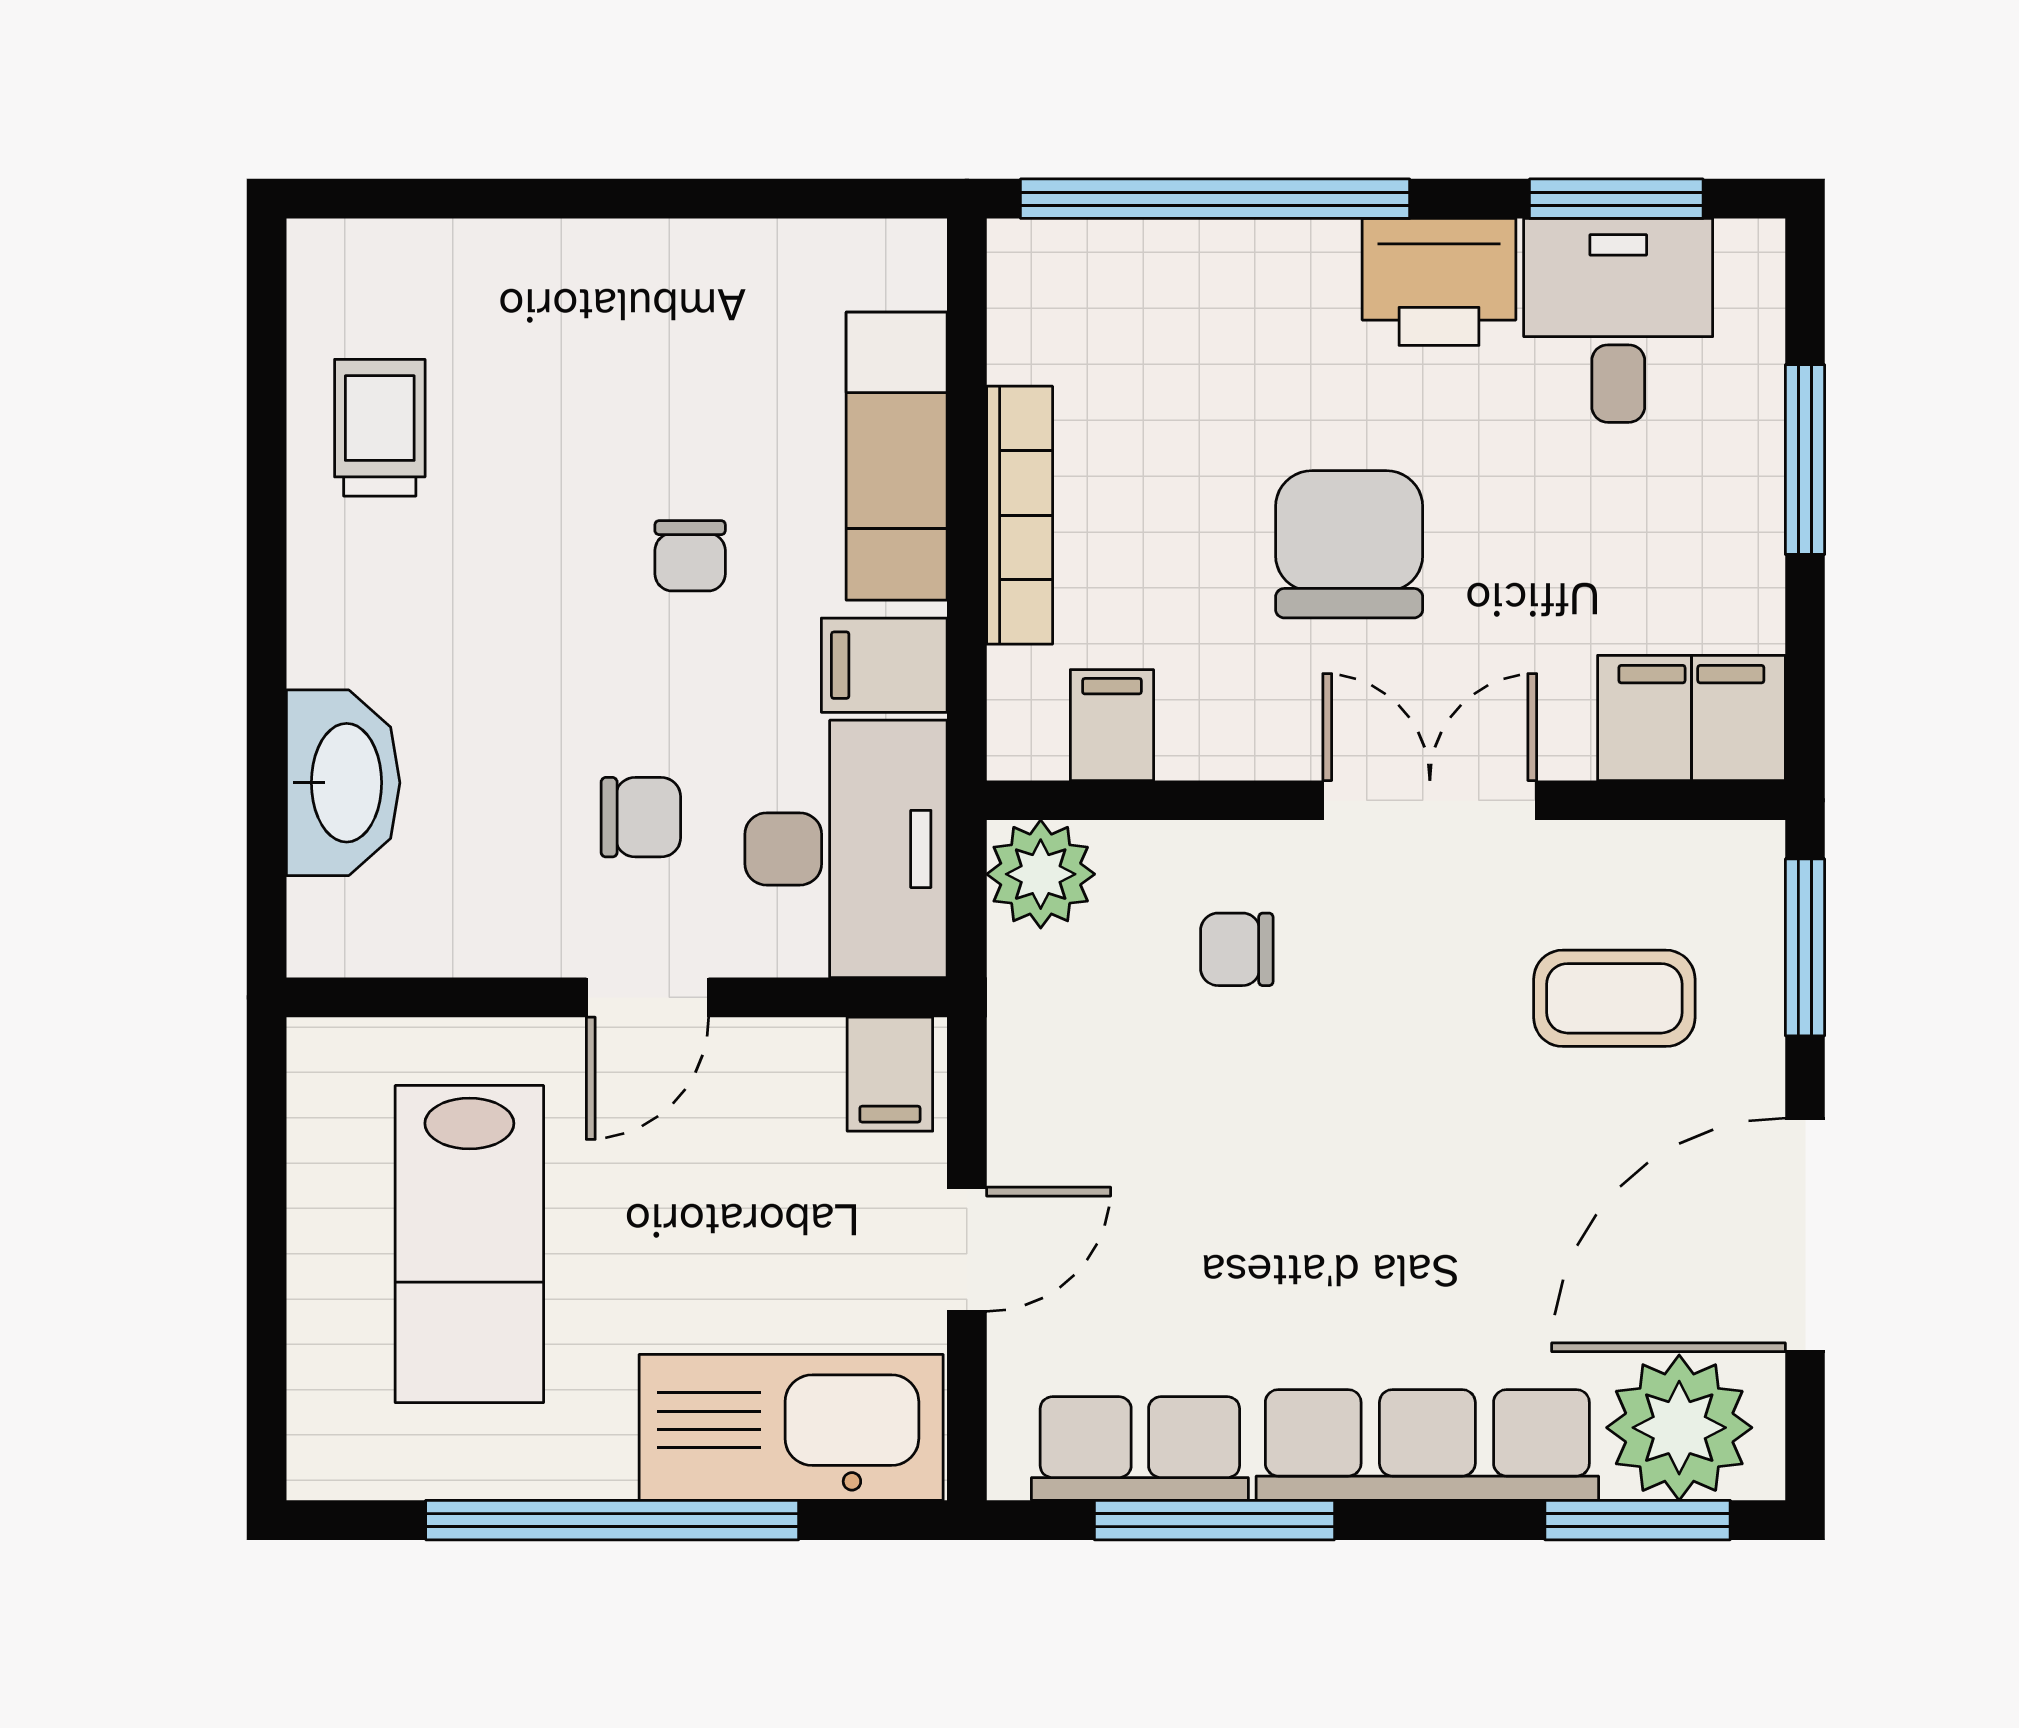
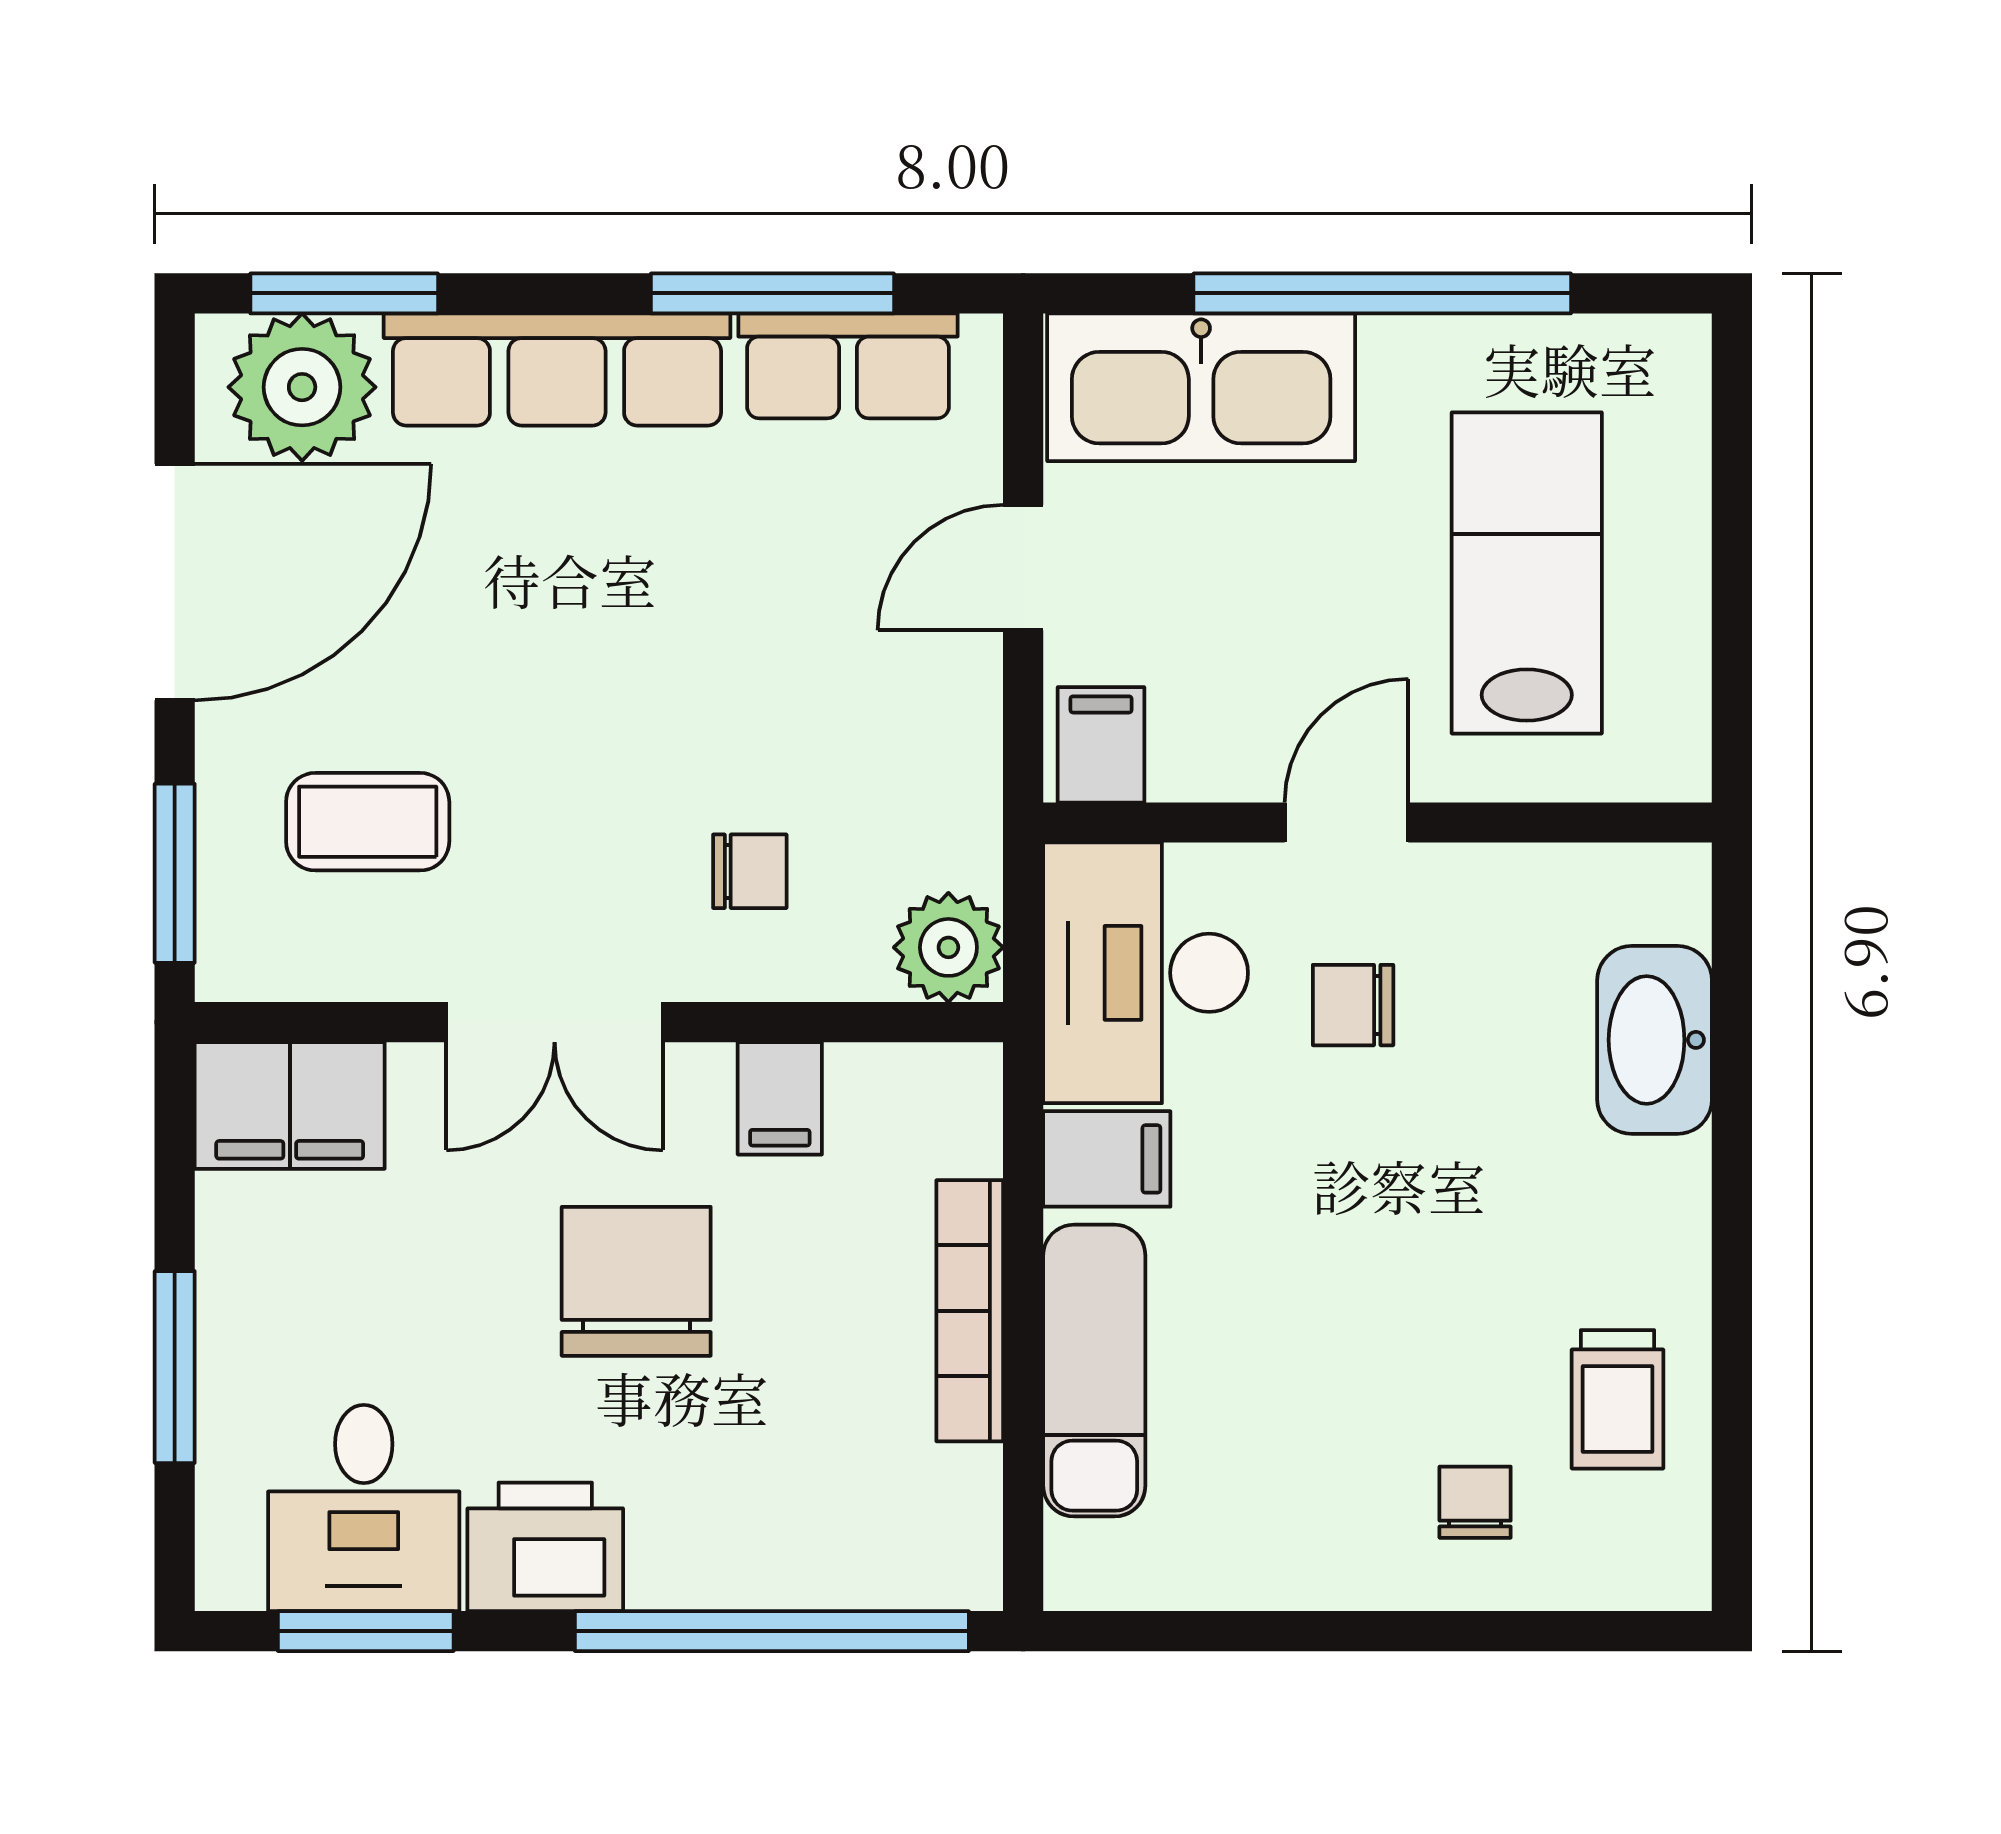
chair: (1349, 544) -> (636, 1281), turned 180
chair: (690, 556) -> (1475, 1502), moved
filing cabinet: (1112, 725) -> (780, 1098), moved

